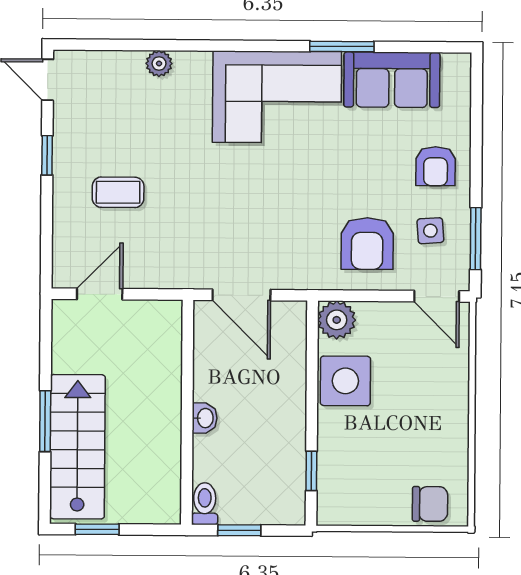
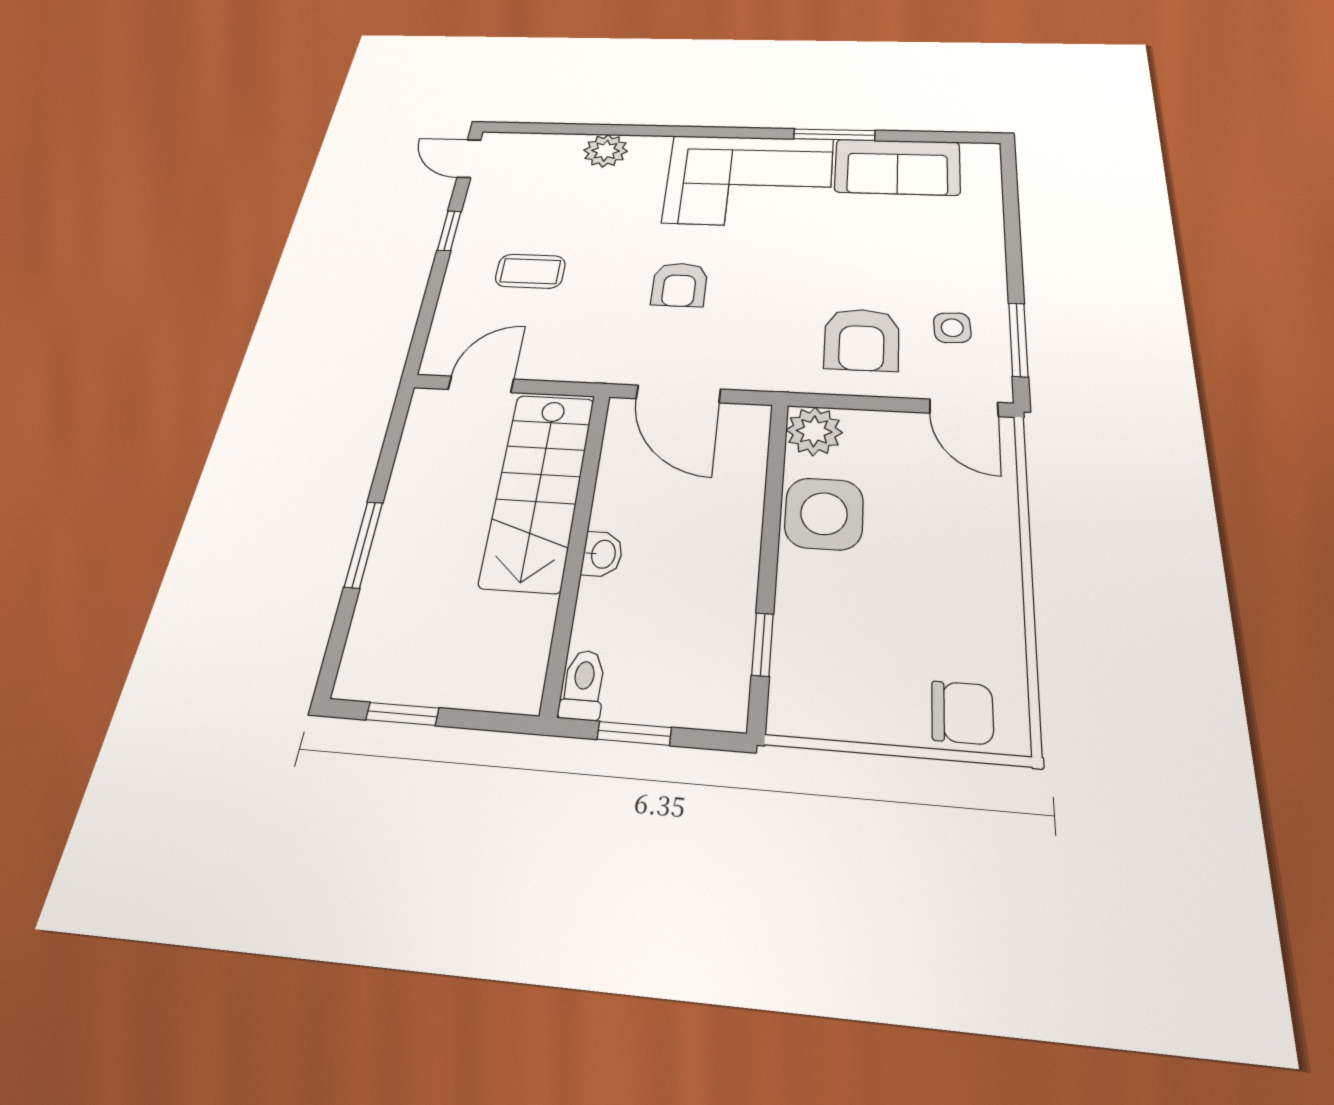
plant: (159, 64) -> (606, 151), width x1.38, depth x1.38
armchair: (436, 166) -> (679, 285), moved
stairs: (77, 447) -> (538, 490), moved, turned 180

